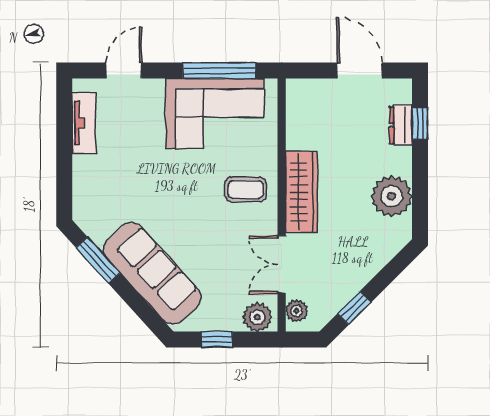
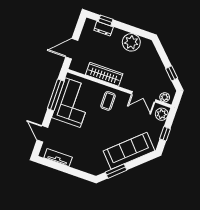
door: (360, 71) -> (72, 49), moved
wardrobe: (301, 192) -> (104, 74), moved

